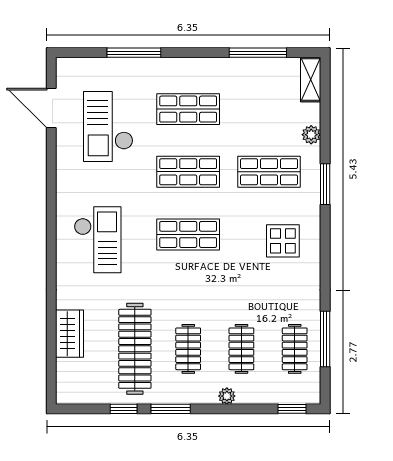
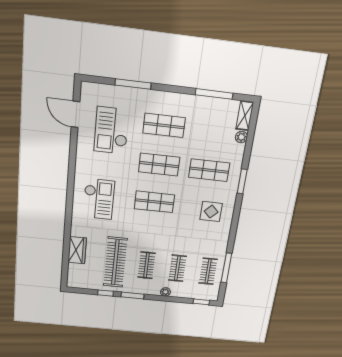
plant: (311, 135) -> (241, 137), moved

